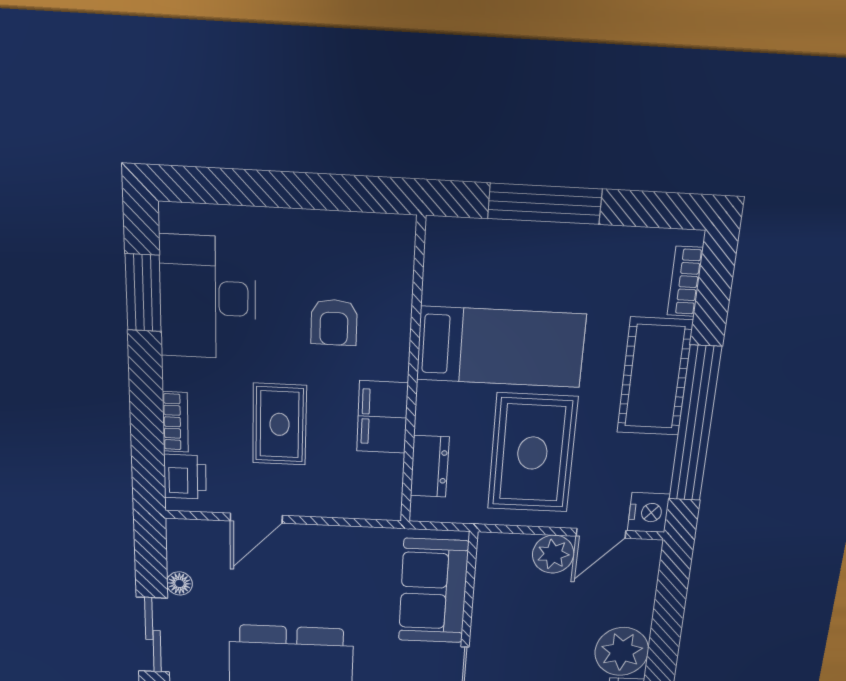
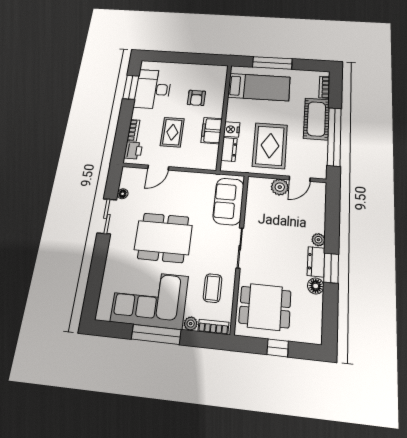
bed: (501, 347) -> (259, 87), moved
nightstand: (648, 512) -> (232, 129), moved, turned 180
plant: (622, 651) -> (318, 240), width x0.53, depth x0.53

